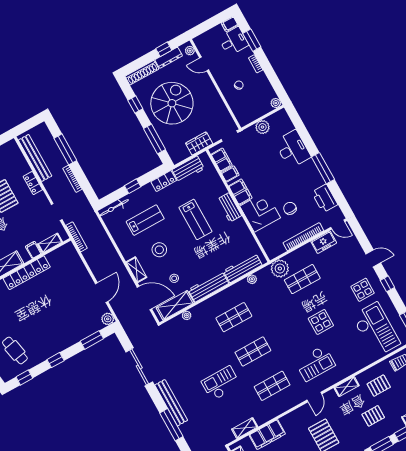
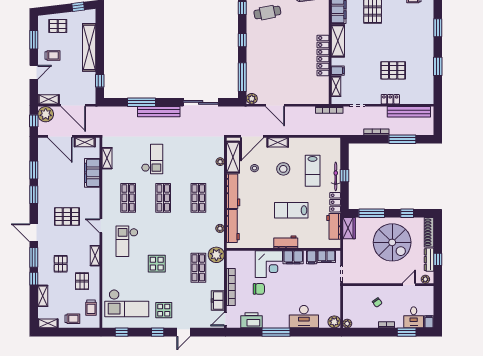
plant: (262, 127) -> (334, 322), moved
wardrobe: (199, 143) -> (349, 228), moved
bicycle: (114, 208) -> (336, 176), moved
window: (92, 340) -> (242, 77), width x1.44

